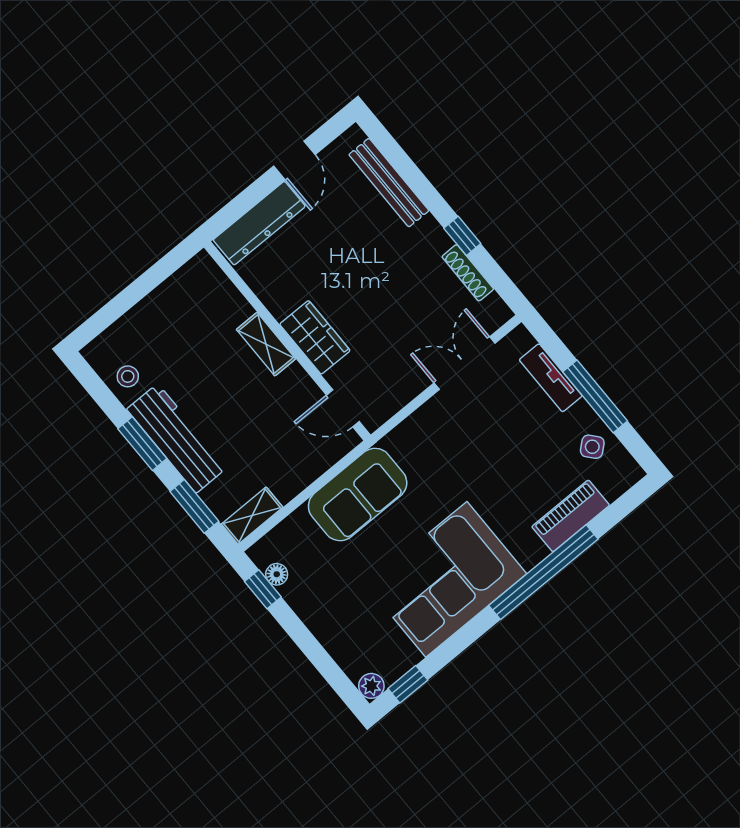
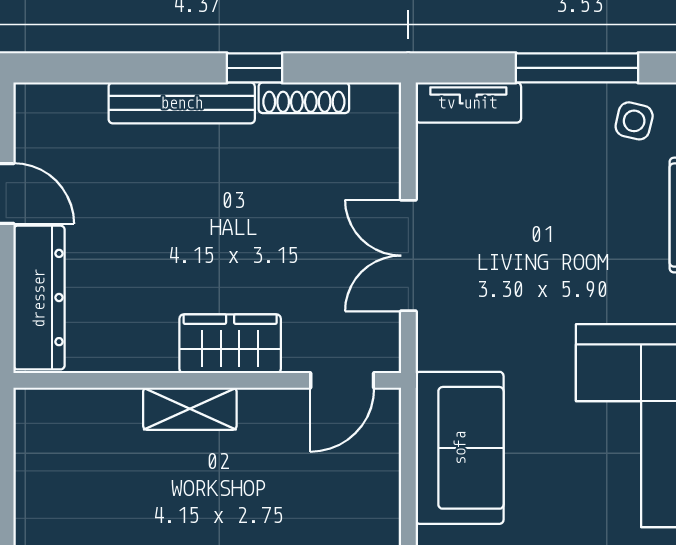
bench: (389, 183) -> (182, 103), moved
double door: (464, 363) -> (408, 256), moved
tv unit: (551, 378) -> (468, 103), moved
side table: (592, 447) -> (634, 121), turned -36

